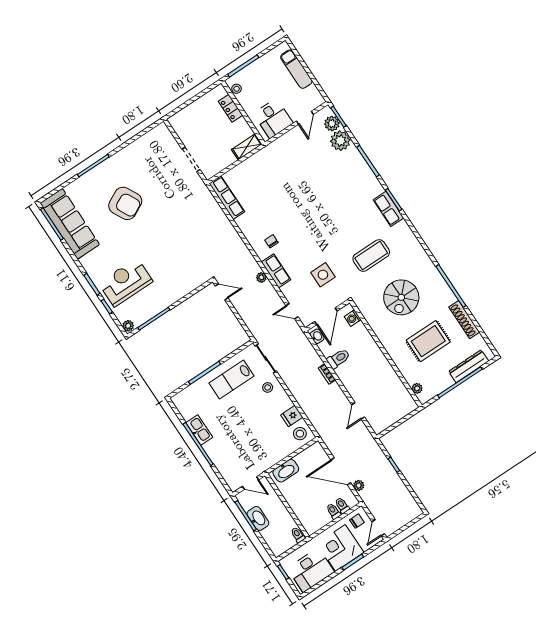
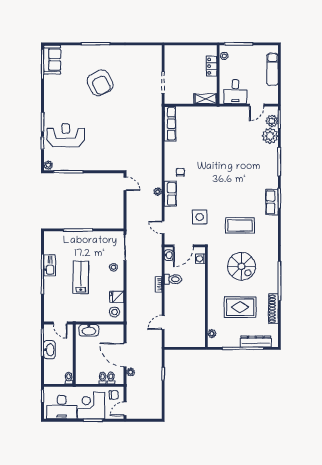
sofa: (70, 224) -> (52, 60), width x0.54, depth x0.79
spiral stairs: (401, 297) -> (242, 266), turned -90
lab bench: (232, 380) -> (81, 277), moved, turned 90

